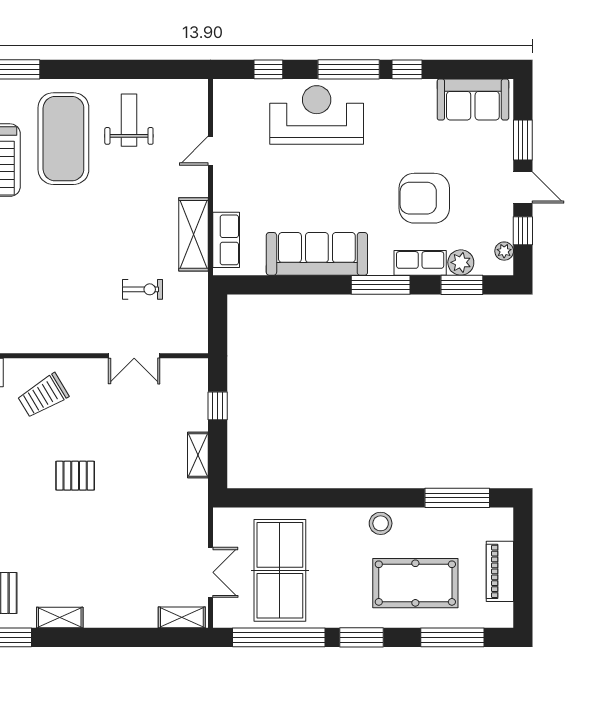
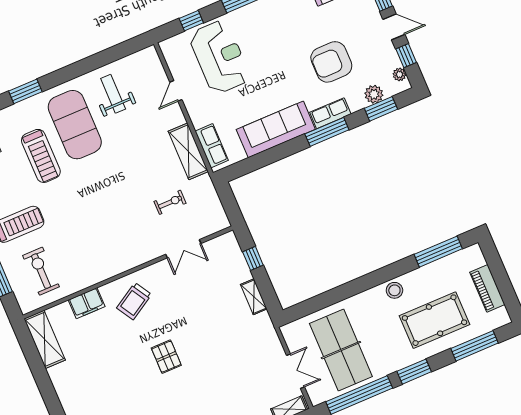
reception desk: (317, 115) -> (220, 57), moved, turned 90
row of seats: (420, 263) -> (330, 113), moved
pallet: (75, 476) -> (166, 357), moved, turned 90

